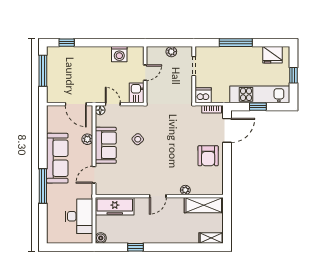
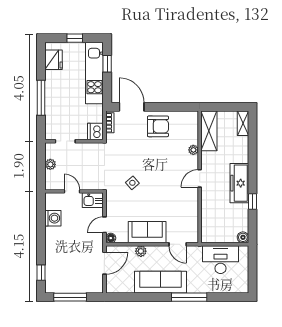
window: (258, 107) -> (107, 64), moved
side table: (138, 139) -> (132, 183), moved
door: (158, 196) -> (200, 178), swing flipped
freezer: (115, 206) -> (239, 183), moved, turned 180

